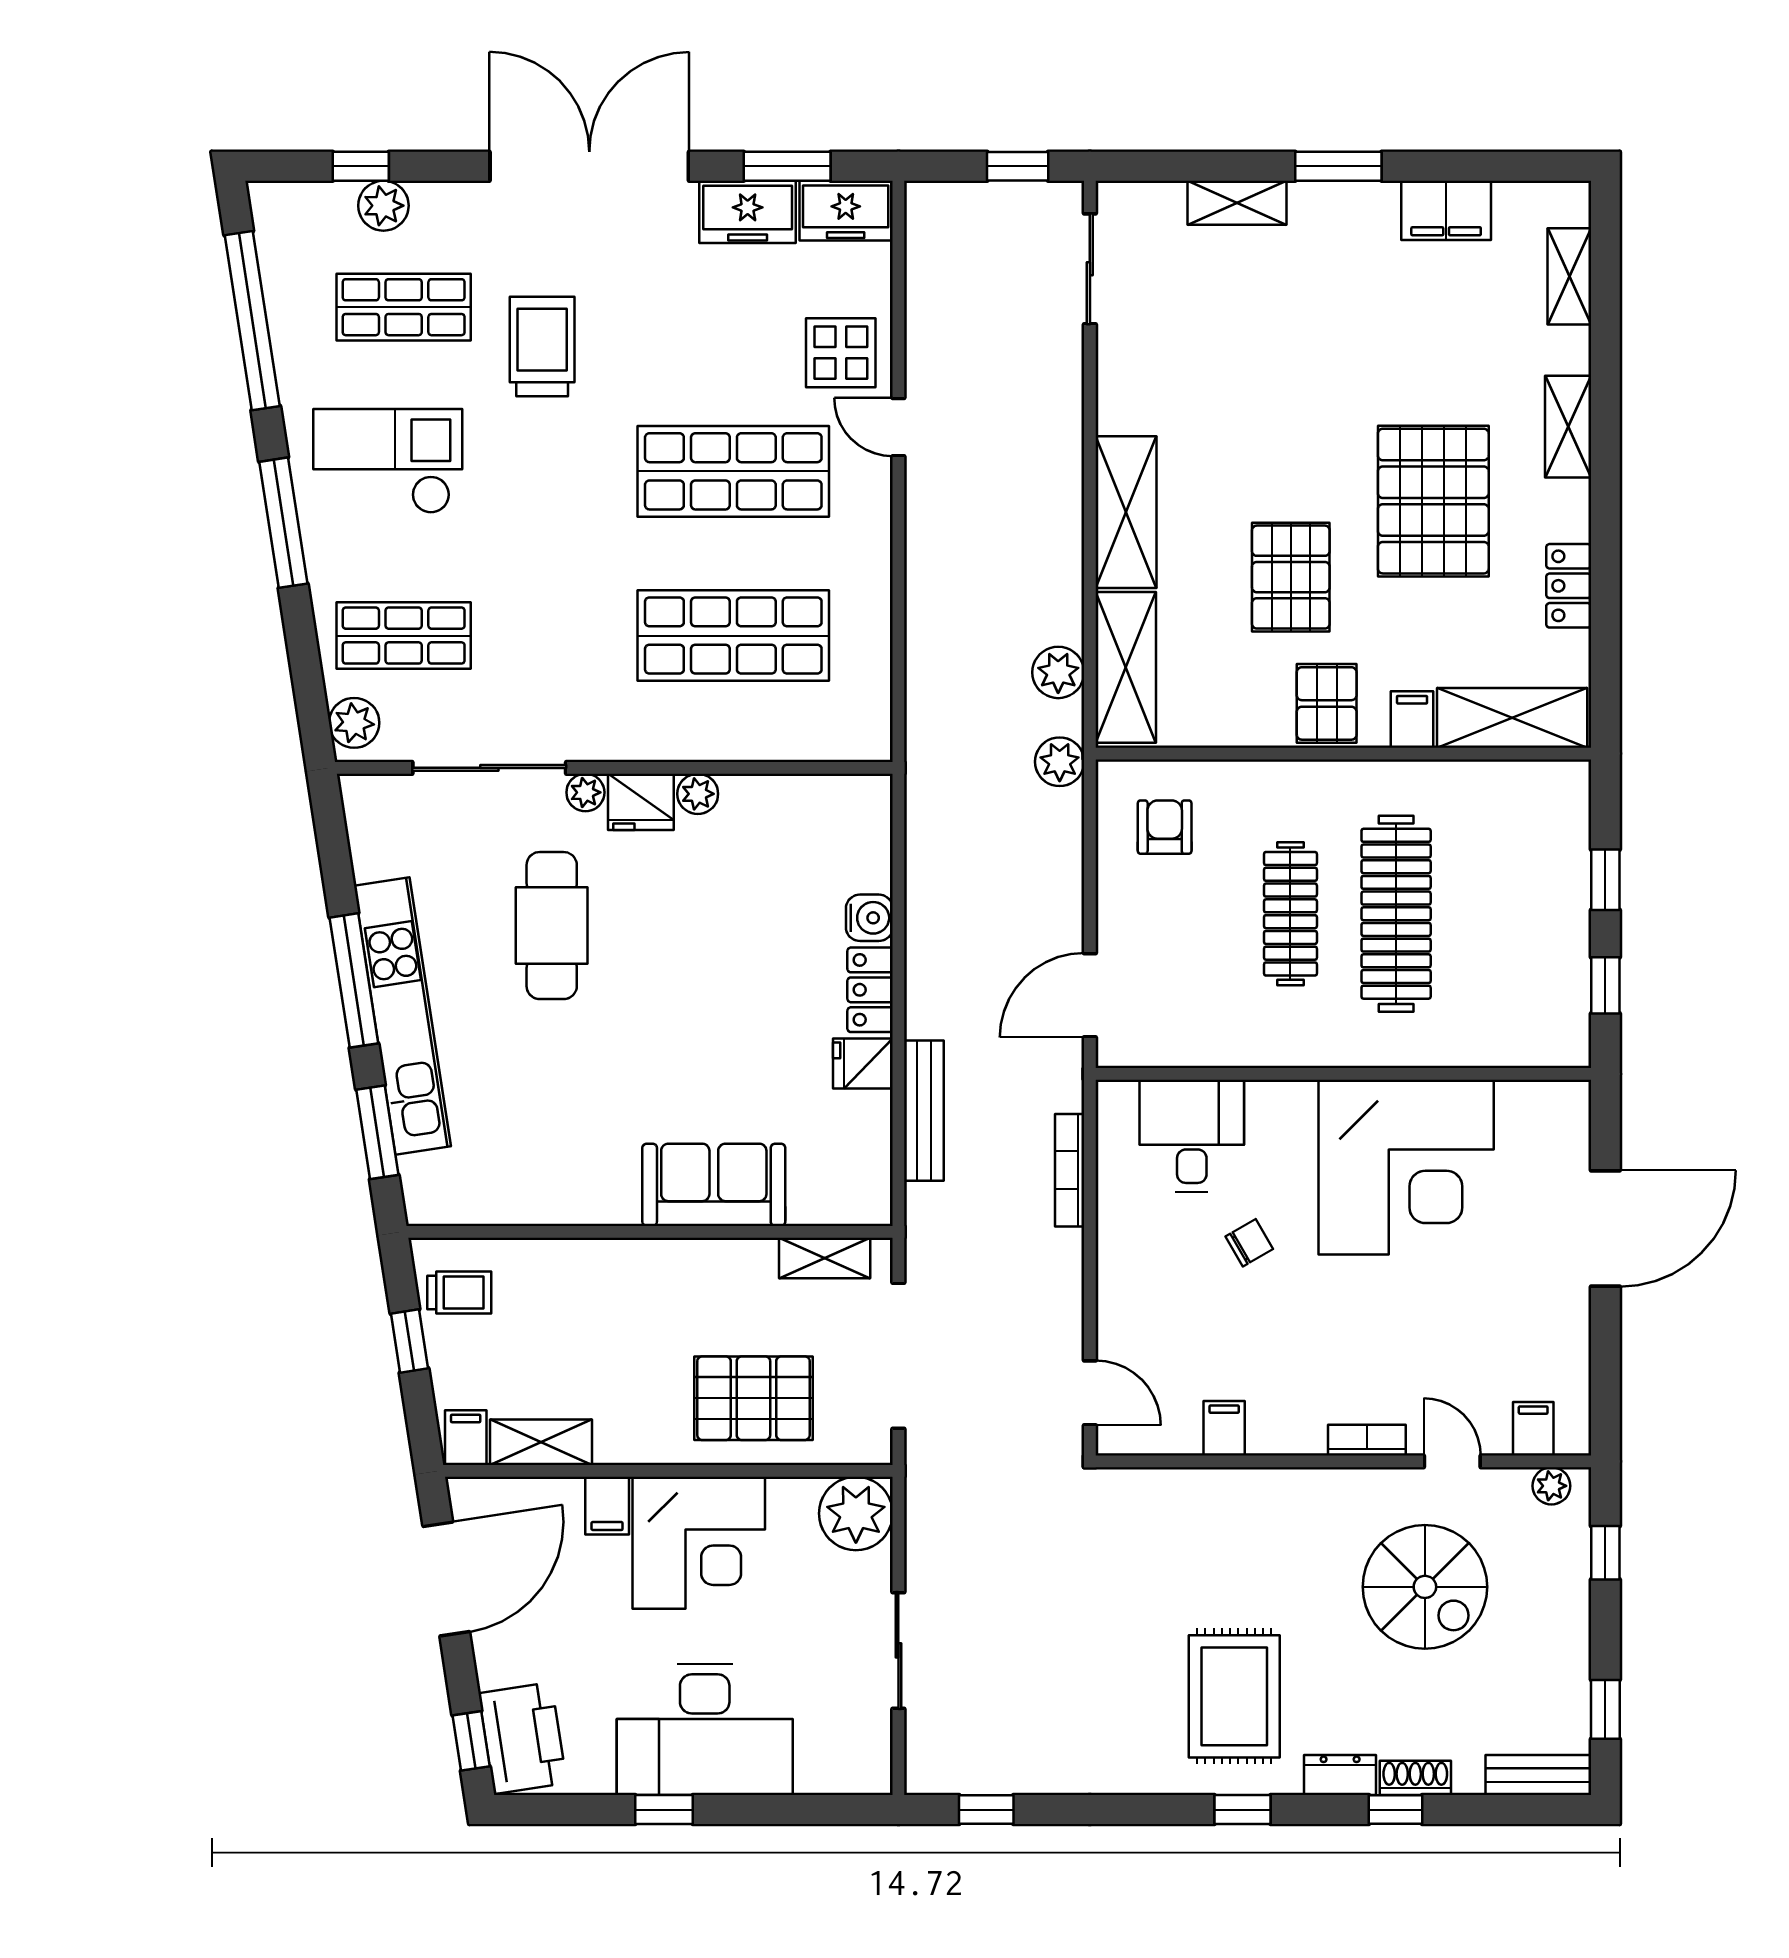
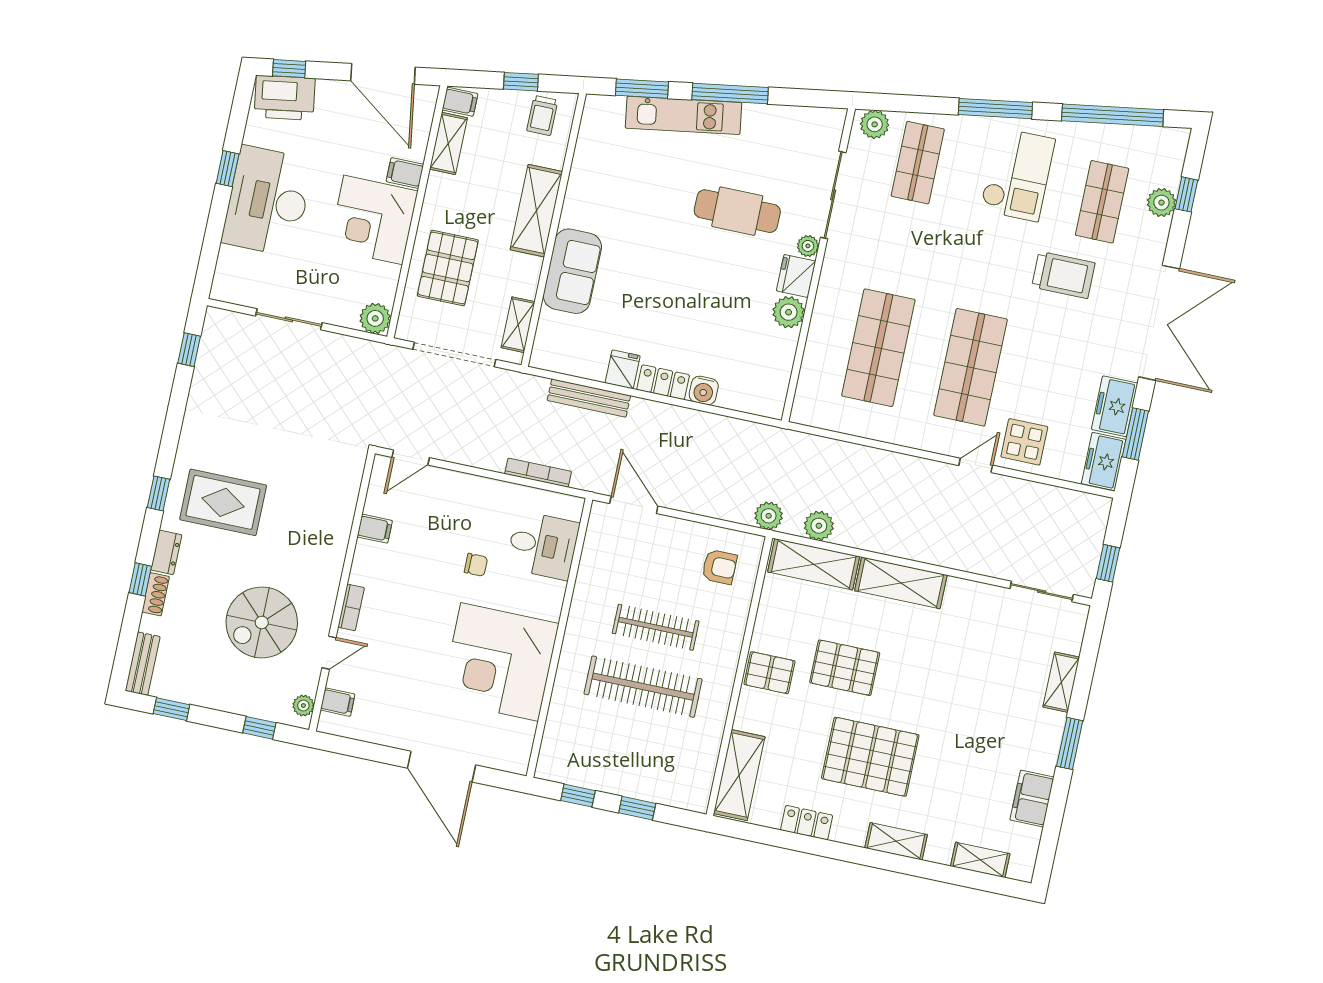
filing cabinet: (1412, 720) -> (750, 719), removed
plant: (698, 794) -> (789, 312), width x1.38, depth x1.38
kitchen unit: (402, 1016) -> (683, 115), width x0.73
chair: (1249, 1243) -> (476, 565), turned -60
shelving: (624, 1268) -> (536, 211), added
plant: (856, 1513) -> (375, 318), width x0.73, depth x0.73

